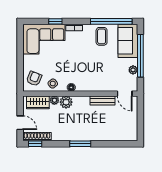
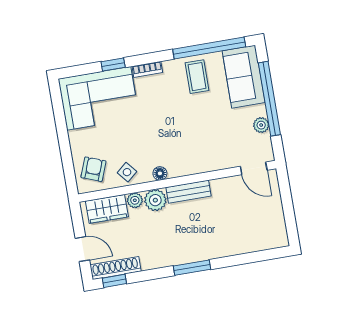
bench: (103, 101) -> (189, 192), moved

